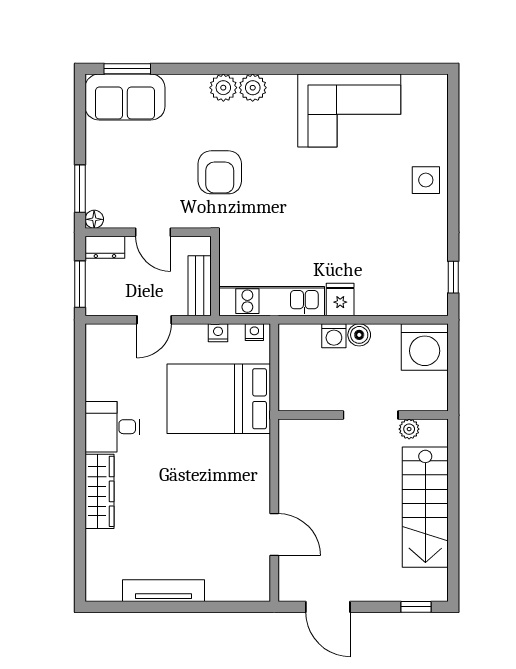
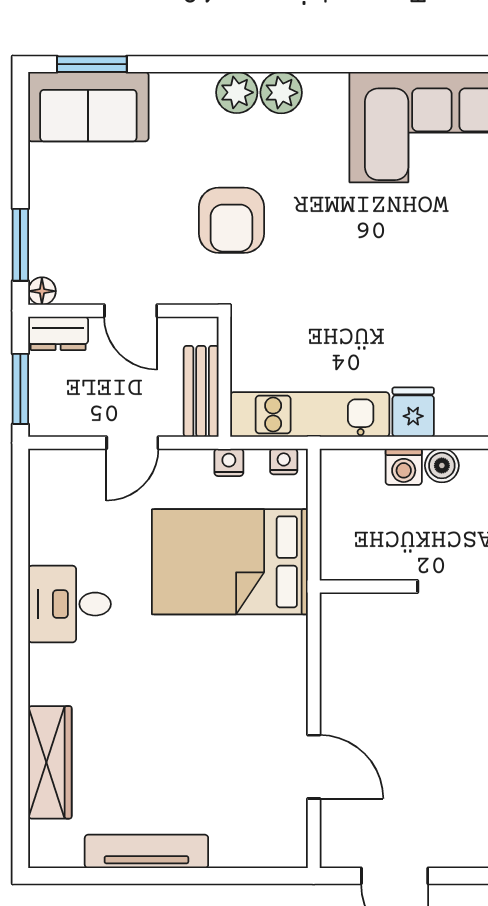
wardrobe: (99, 491) -> (50, 762), moved

